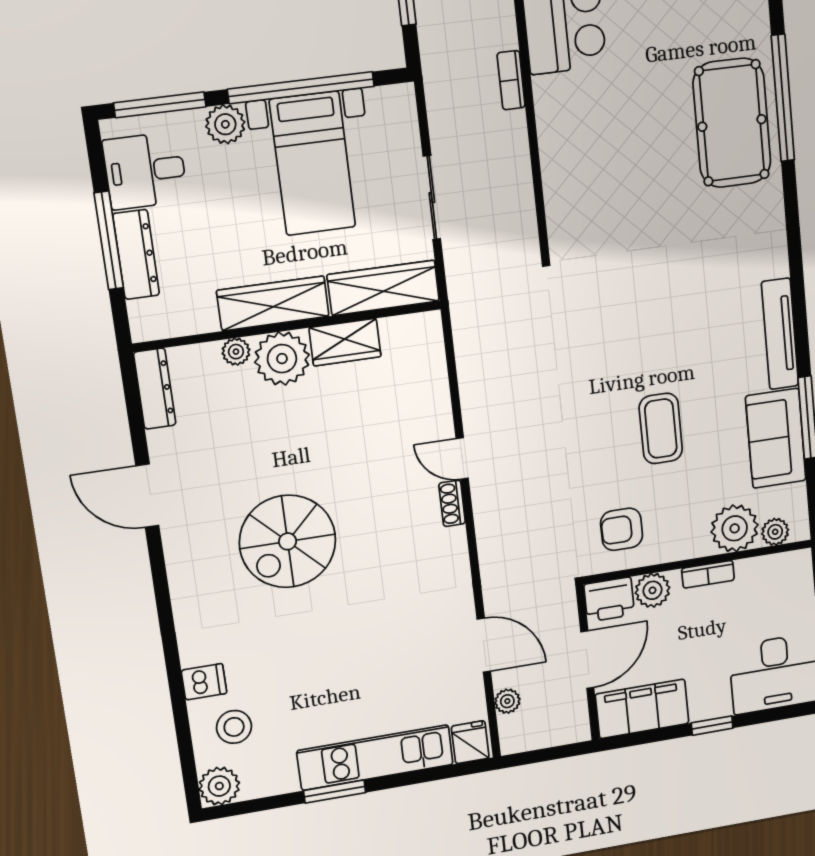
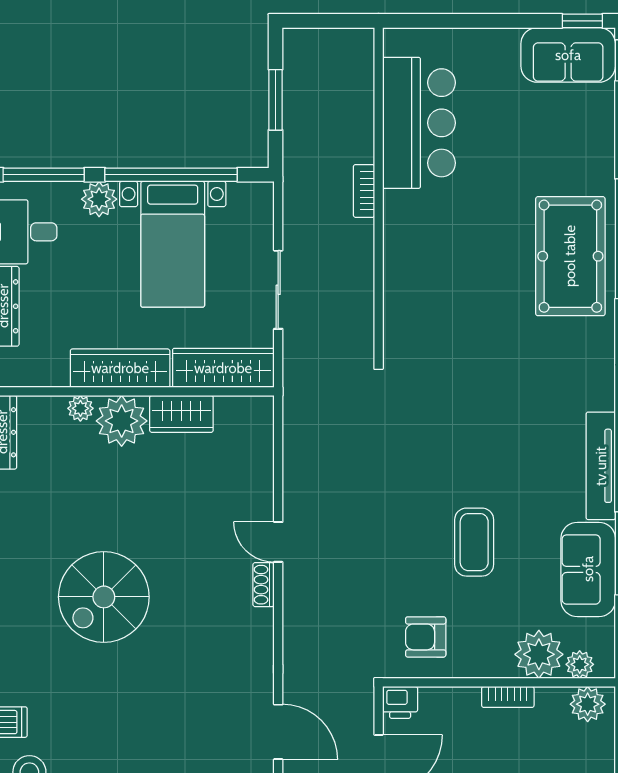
plant: (652, 590) -> (588, 704), moved
printer: (609, 599) -> (400, 702), width x0.73, depth x0.81

